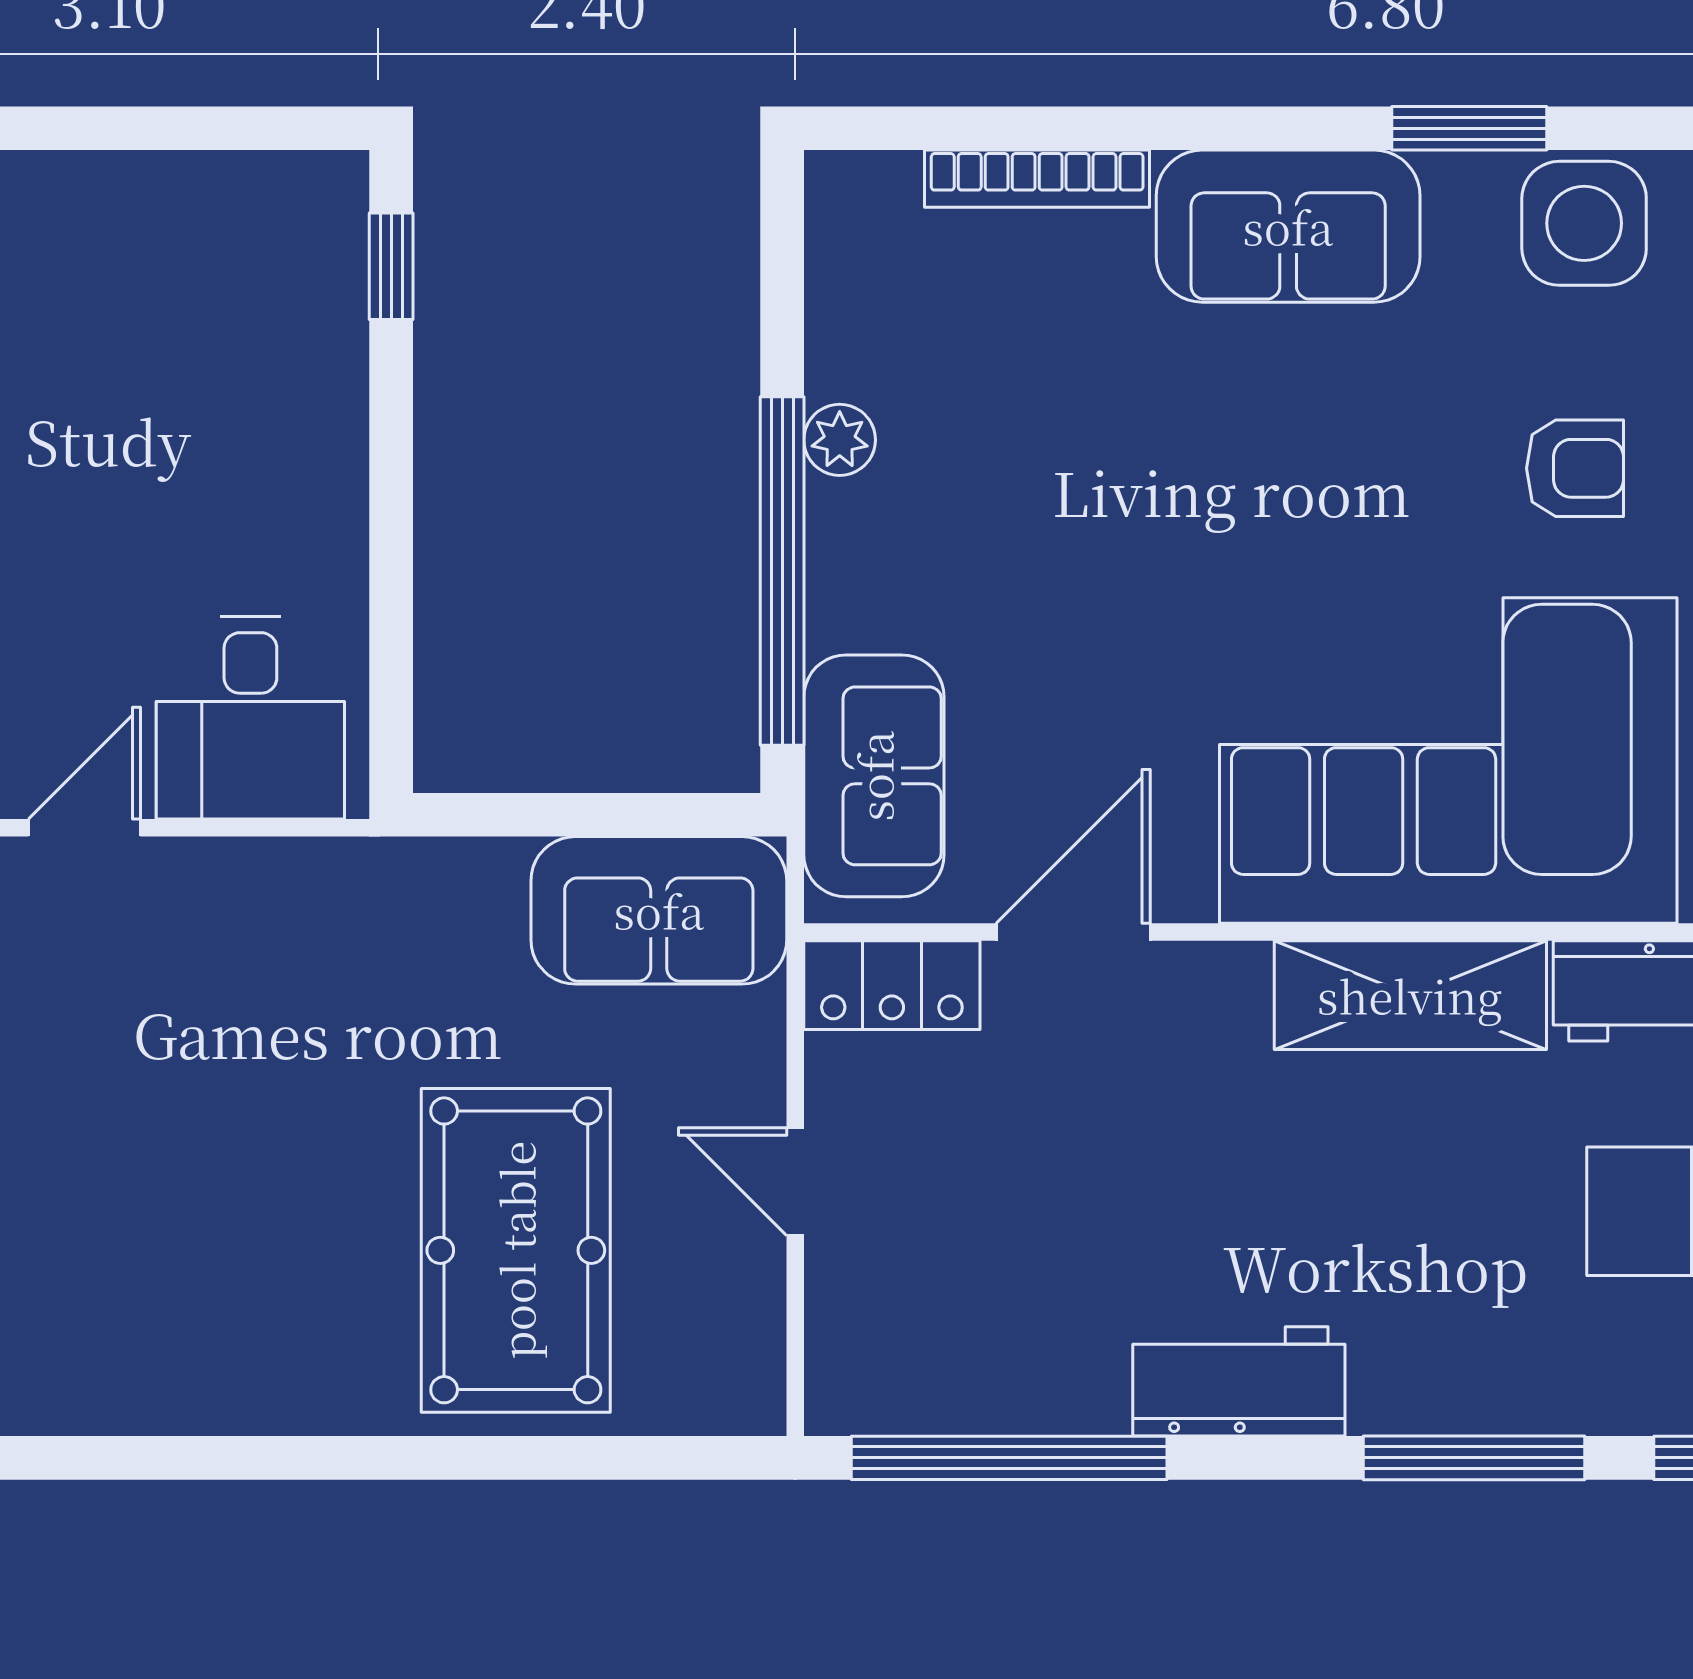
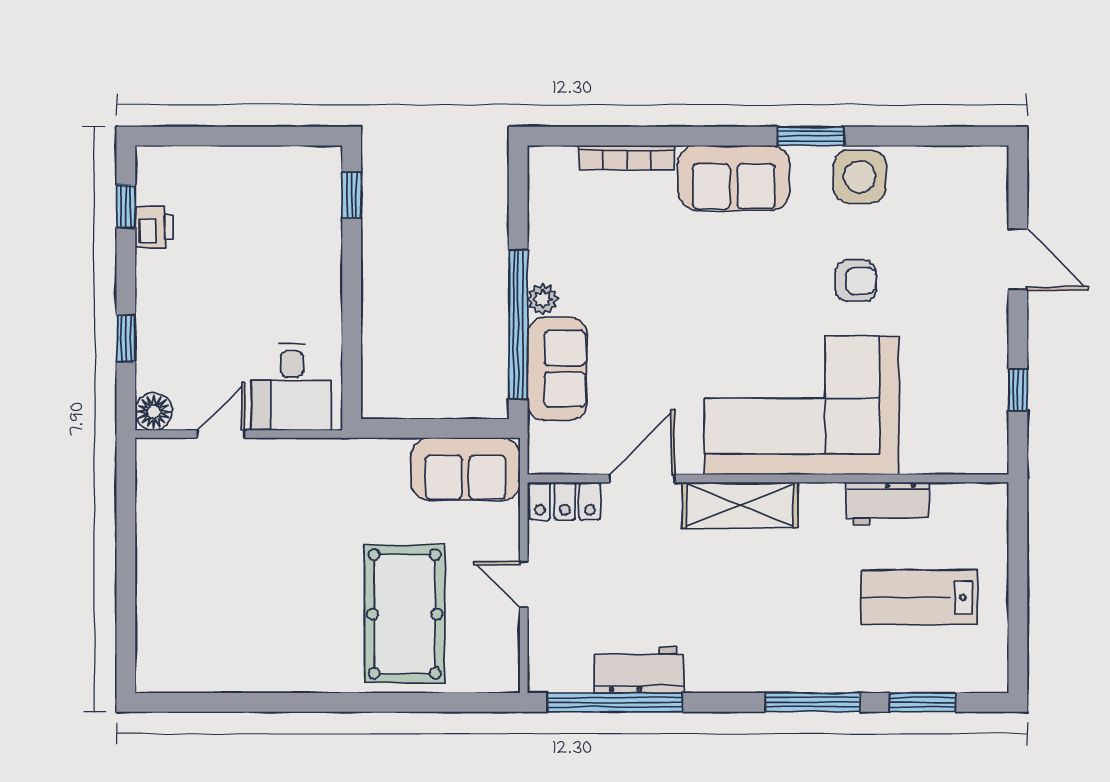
plant: (840, 440) -> (543, 299), moved
sofa: (874, 776) -> (557, 369), moved
shelving: (1410, 995) -> (740, 505), moved
workbench: (1239, 1381) -> (639, 670), moved

